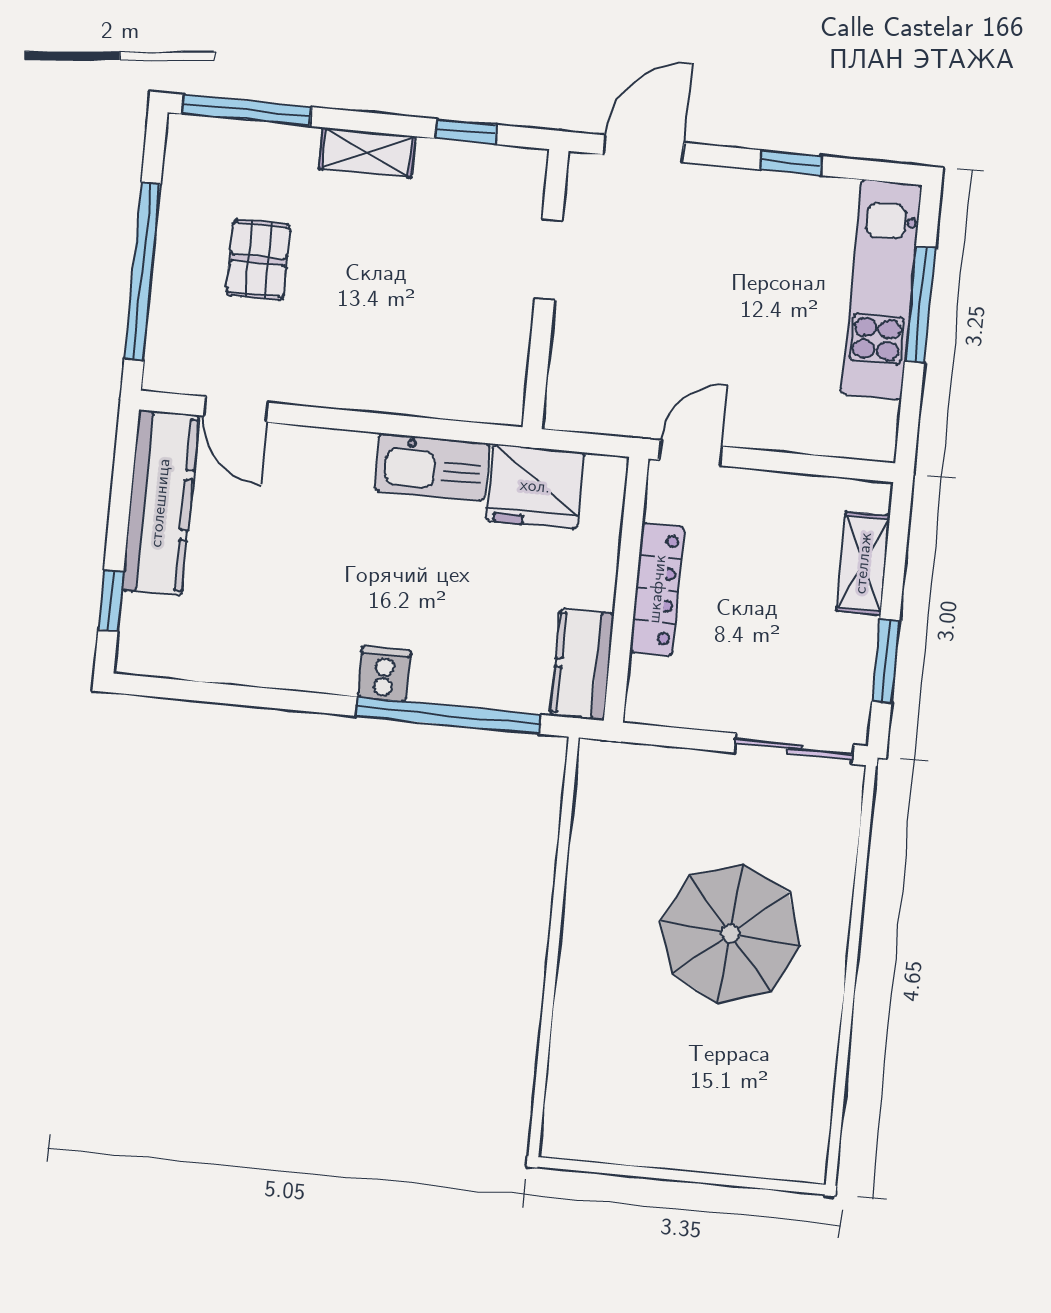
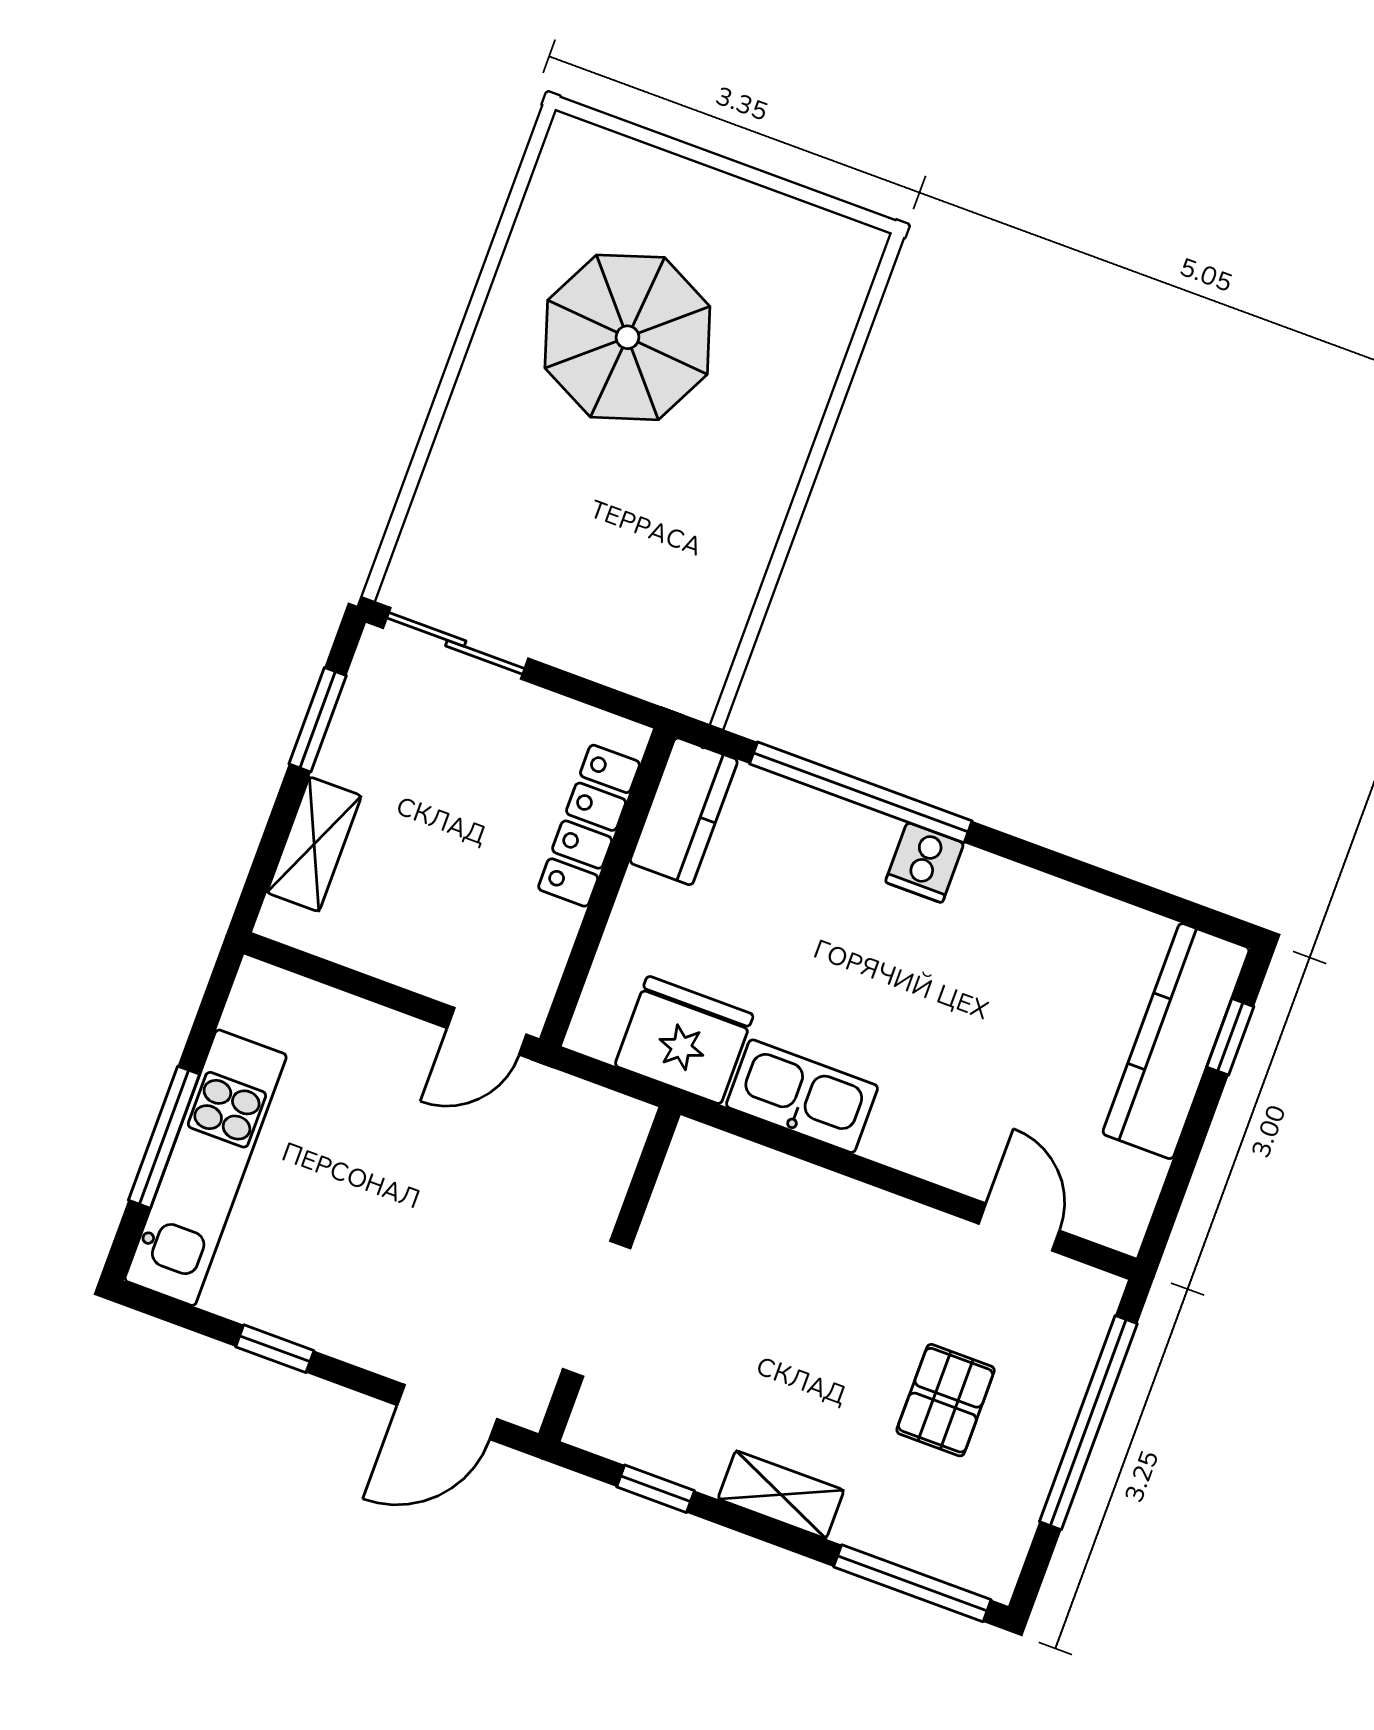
doorway: (548, 260) -> (597, 1309), width x1.38
kitchen counter: (160, 503) -> (1176, 1041), moved
locker: (657, 589) -> (589, 826), moved
parasol: (730, 933) -> (627, 337), moved

